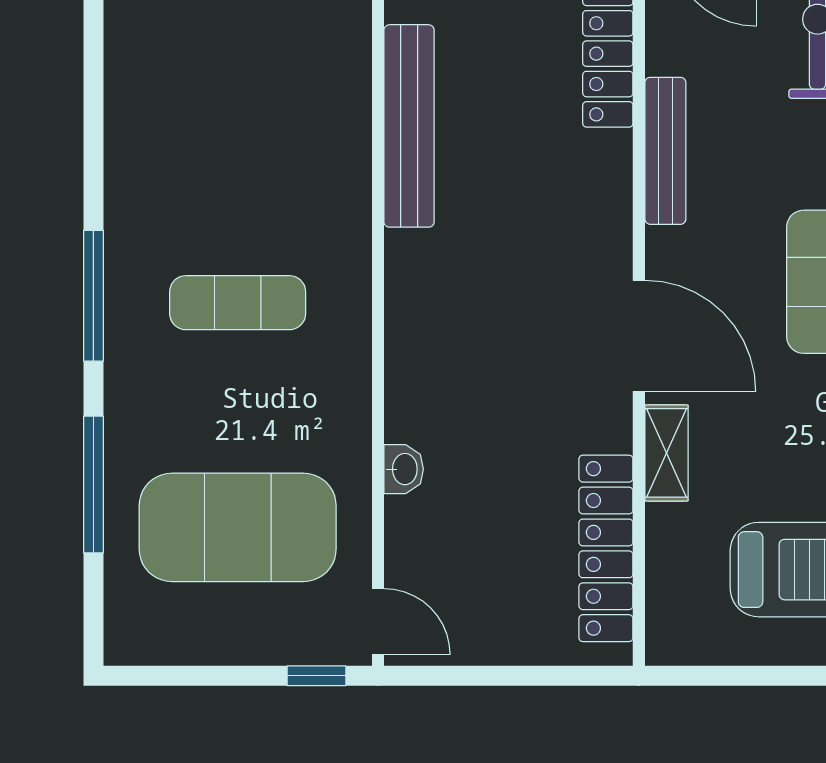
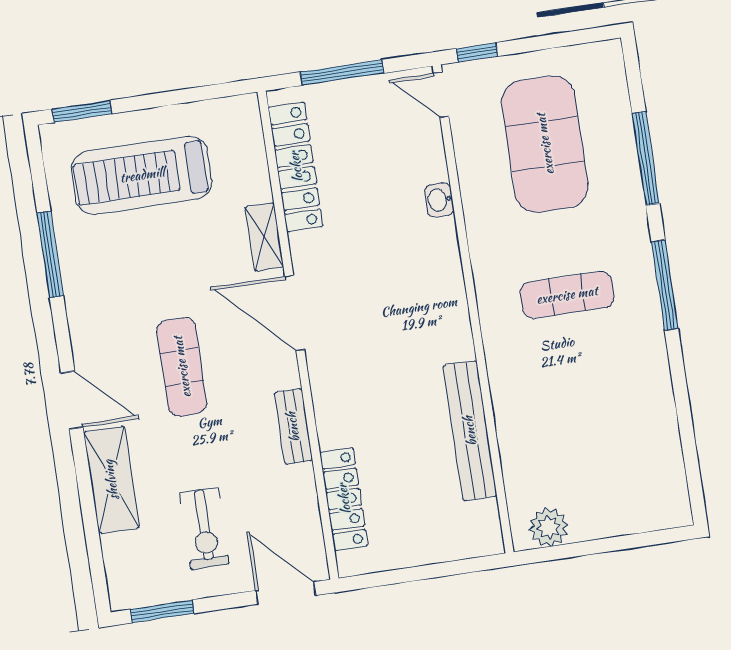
bench: (665, 151) -> (293, 427), width x0.73
exercise mat: (238, 527) -> (545, 144), turned 90
window: (517, 676) -> (342, 72), added

